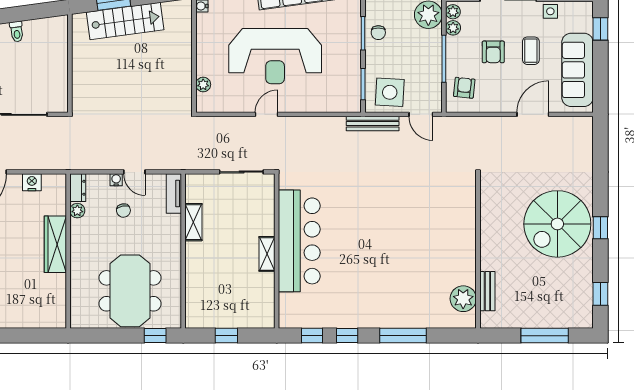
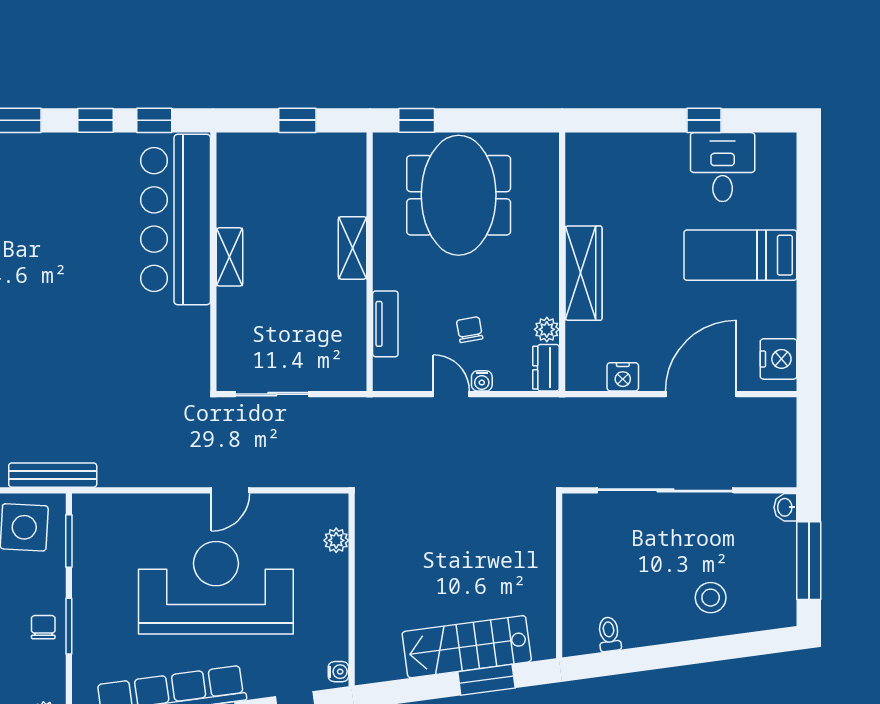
toilet: (17, 32) -> (609, 634), moved
tv unit: (174, 194) -> (385, 324), moved
shelving: (193, 222) -> (353, 248), moved
bar counter: (299, 241) -> (176, 219), moved

